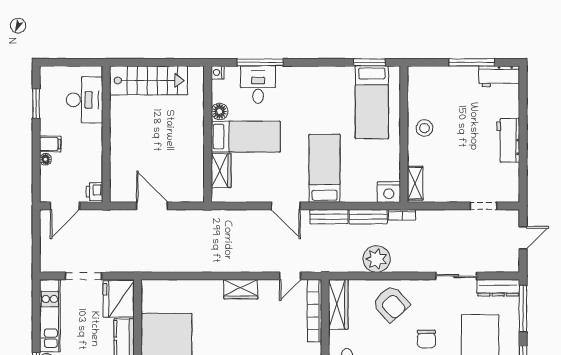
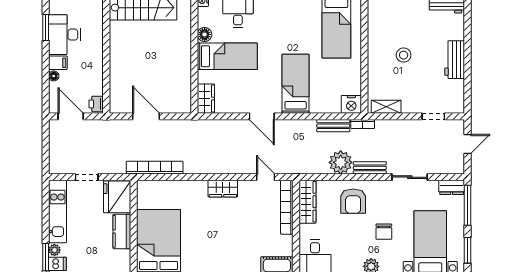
desk: (85, 100) -> (64, 35), moved, turned 180
stool: (424, 128) -> (404, 55), moved
wardrobe: (221, 171) -> (206, 99), moved
shelving: (415, 183) -> (386, 107), moved, turned 90
door: (65, 206) -> (71, 116), swing flipped
bench: (329, 217) -> (370, 168), moved
bookcase: (162, 265) -> (155, 168), added
doorway: (83, 276) -> (87, 177), width x0.73
door: (290, 276) -> (266, 177), swing flipped
dresser: (498, 288) -> (452, 187), width x0.70
armchair: (391, 304) -> (353, 201), turned 42

